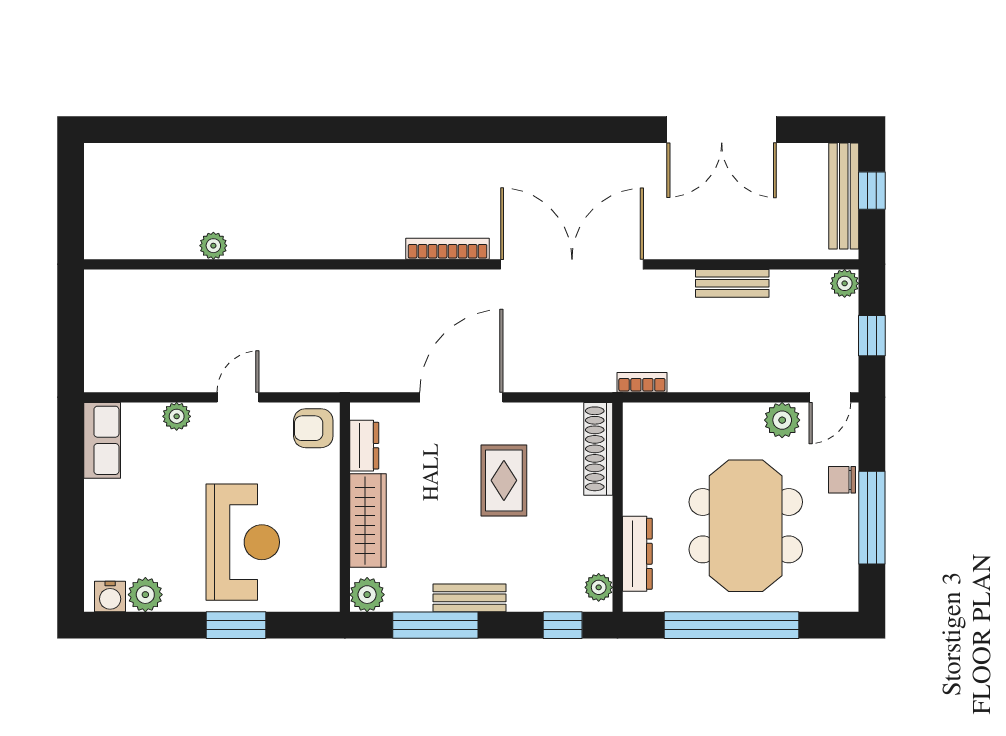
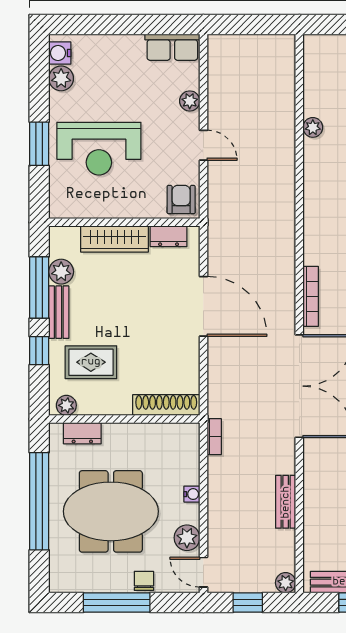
water cooler: (722, 413) -> (192, 494), added
rug: (504, 480) -> (91, 362), moved
dresser: (637, 554) -> (82, 433), width x0.70
plant: (367, 595) -> (61, 272), moved
window: (563, 625) -> (39, 351), moved

